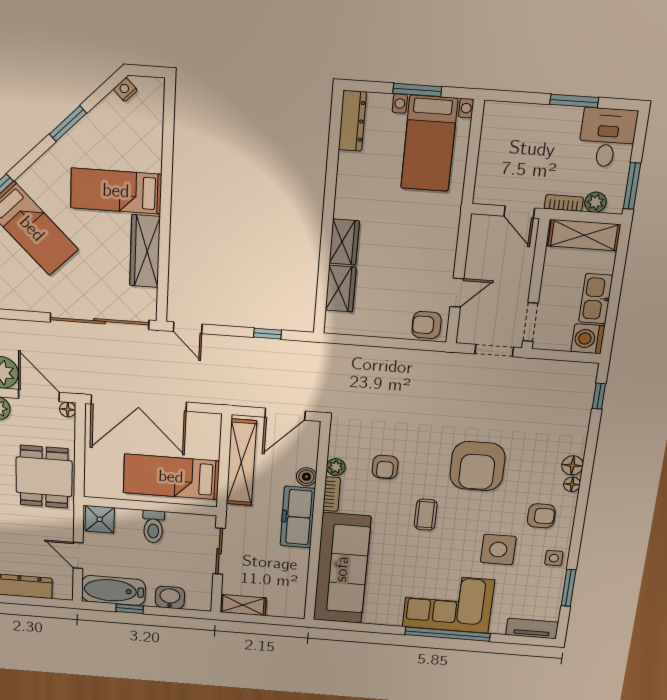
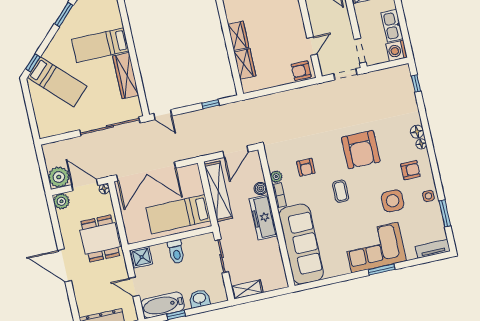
window: (447, 634) -> (382, 269), width x0.47

